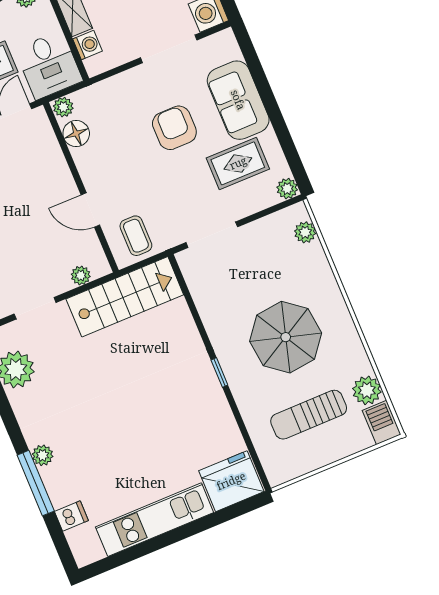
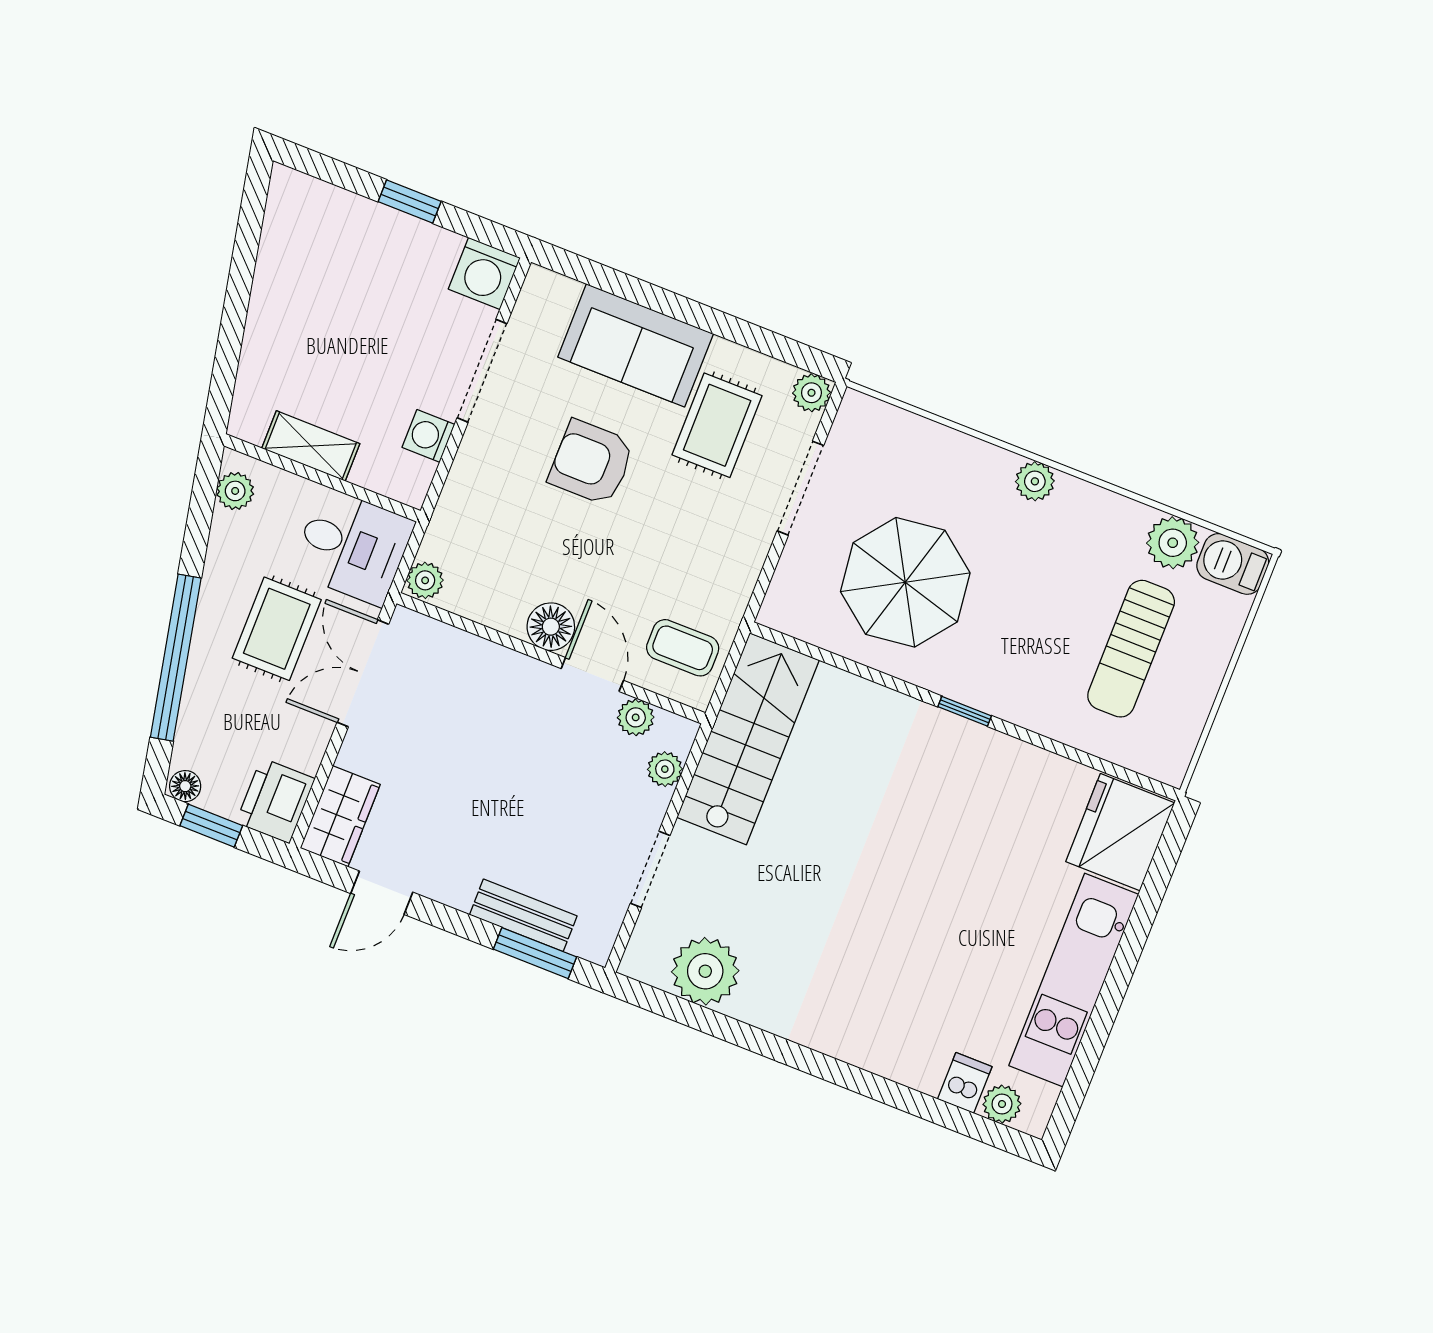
washing machine: (88, 45) -> (428, 436), moved, turned -90
floor lamp: (76, 134) -> (551, 627), moved
door: (90, 210) -> (592, 675), swing flipped
plant: (305, 232) -> (1035, 481), moved
doorway: (212, 235) -> (800, 488), moved
plant: (90, 244) -> (636, 717), added
parasol: (286, 337) -> (905, 582), moved
plant: (43, 455) -> (1002, 1104), moved
window: (36, 483) -> (877, 1088), removed

